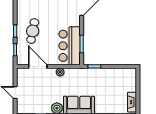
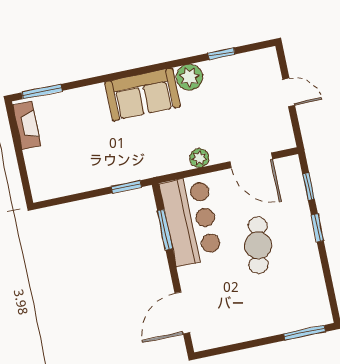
cafe table: (33, 31) -> (258, 245), moved

